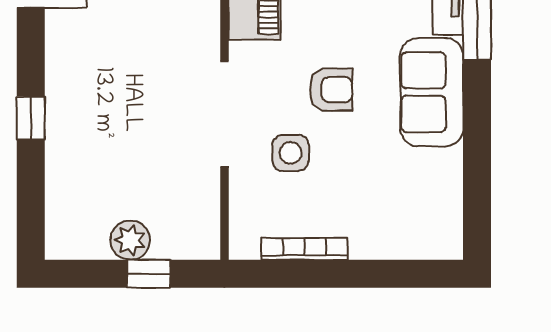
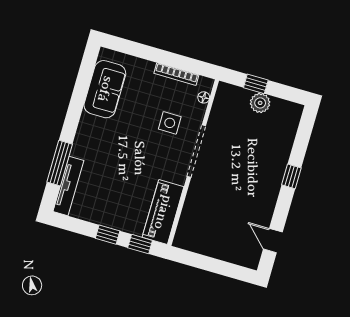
armchair: (331, 90) -> (141, 148), removed
sofa: (432, 92) -> (105, 89), moved
floor lamp: (240, 220) -> (204, 97), added

